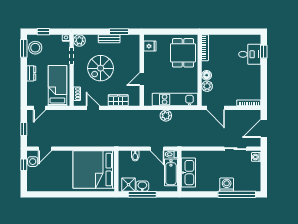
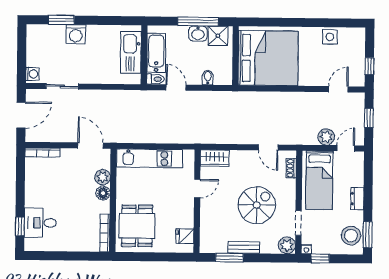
window: (43, 32) -> (320, 259), moved
wardrobe: (118, 100) -> (215, 158), moved
plant: (166, 116) -> (326, 137), moved
side table: (33, 162) -> (330, 37), moved
window: (237, 194) -> (61, 20), width x0.47

